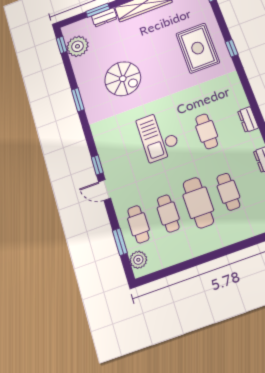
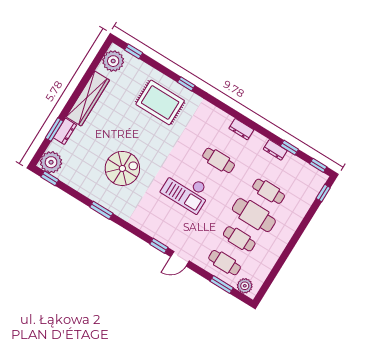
plant: (77, 46) -> (51, 162), moved

